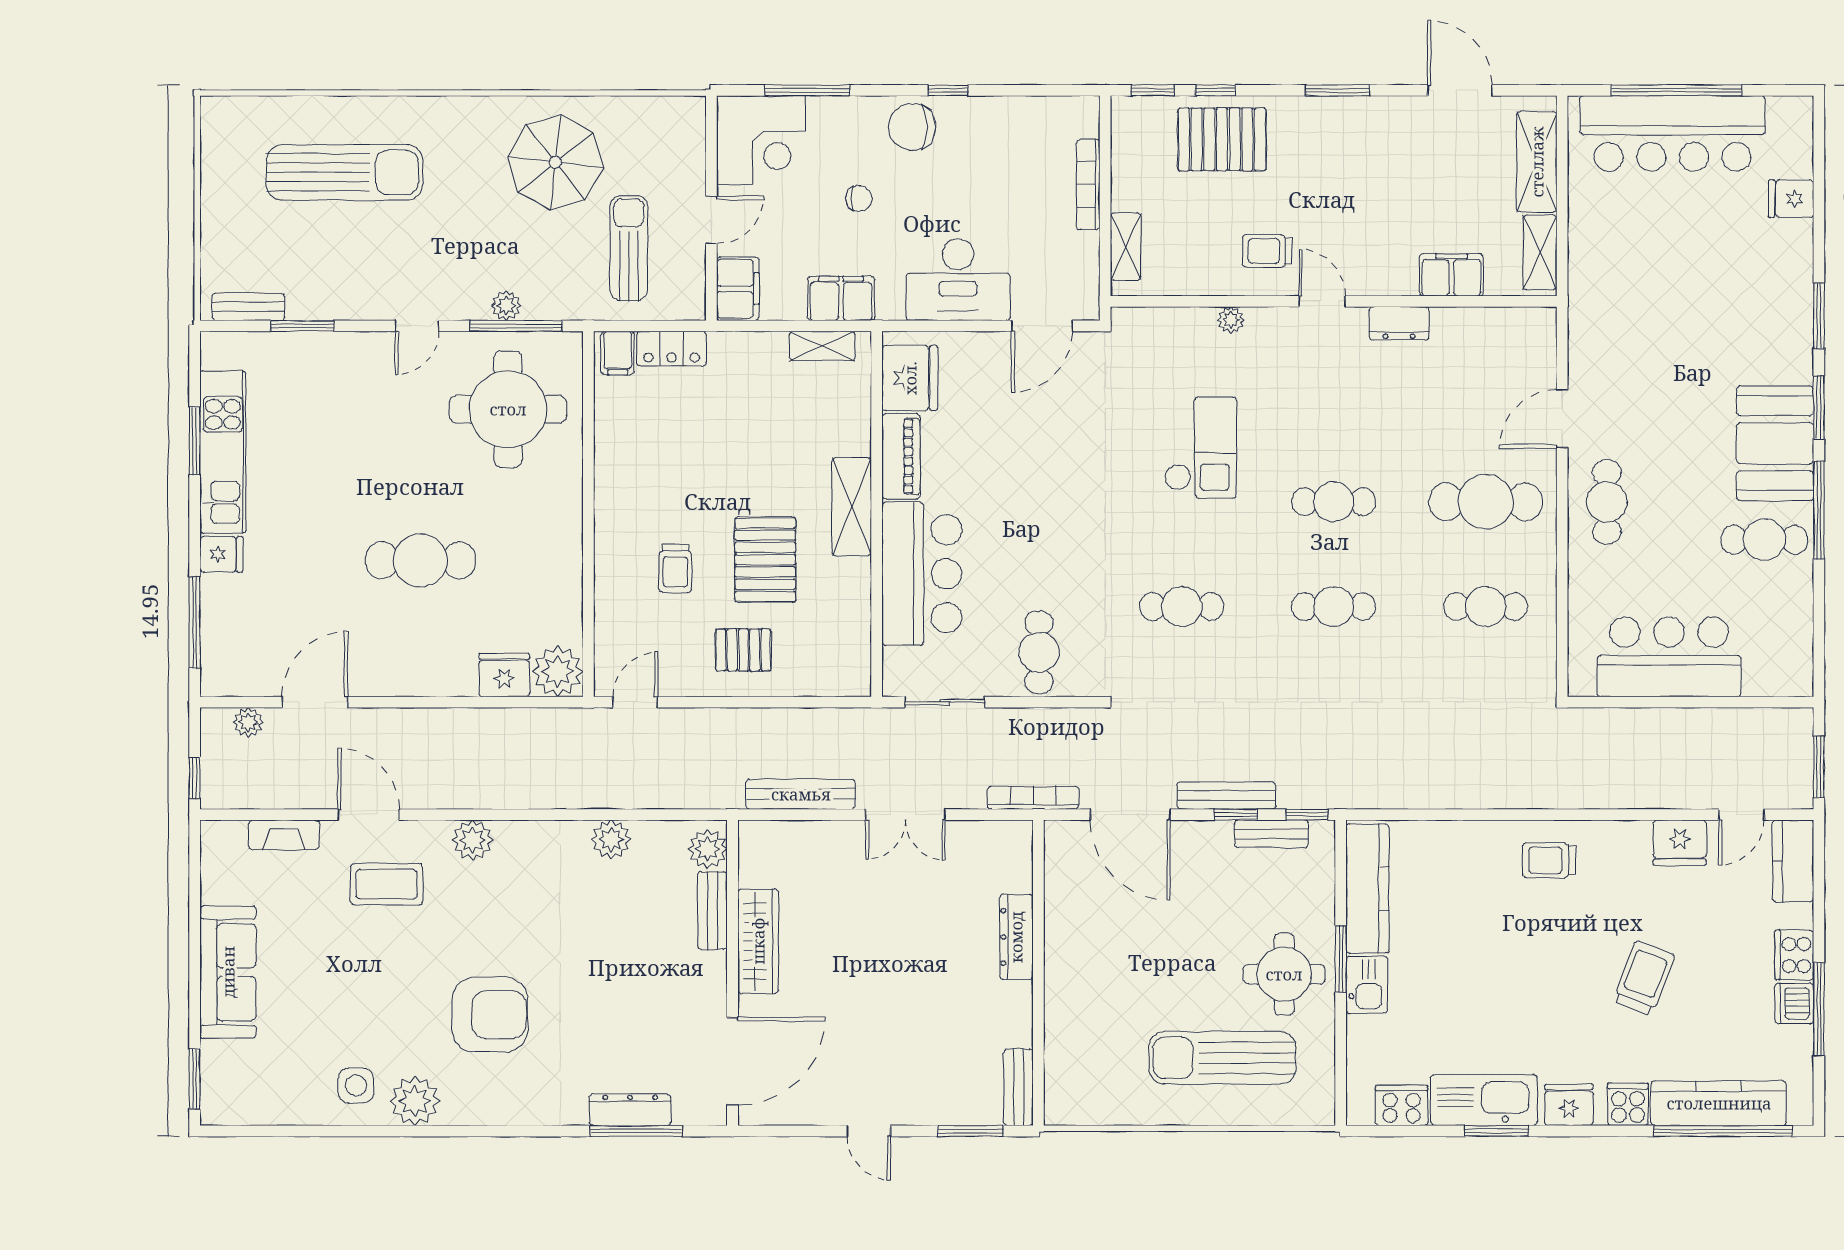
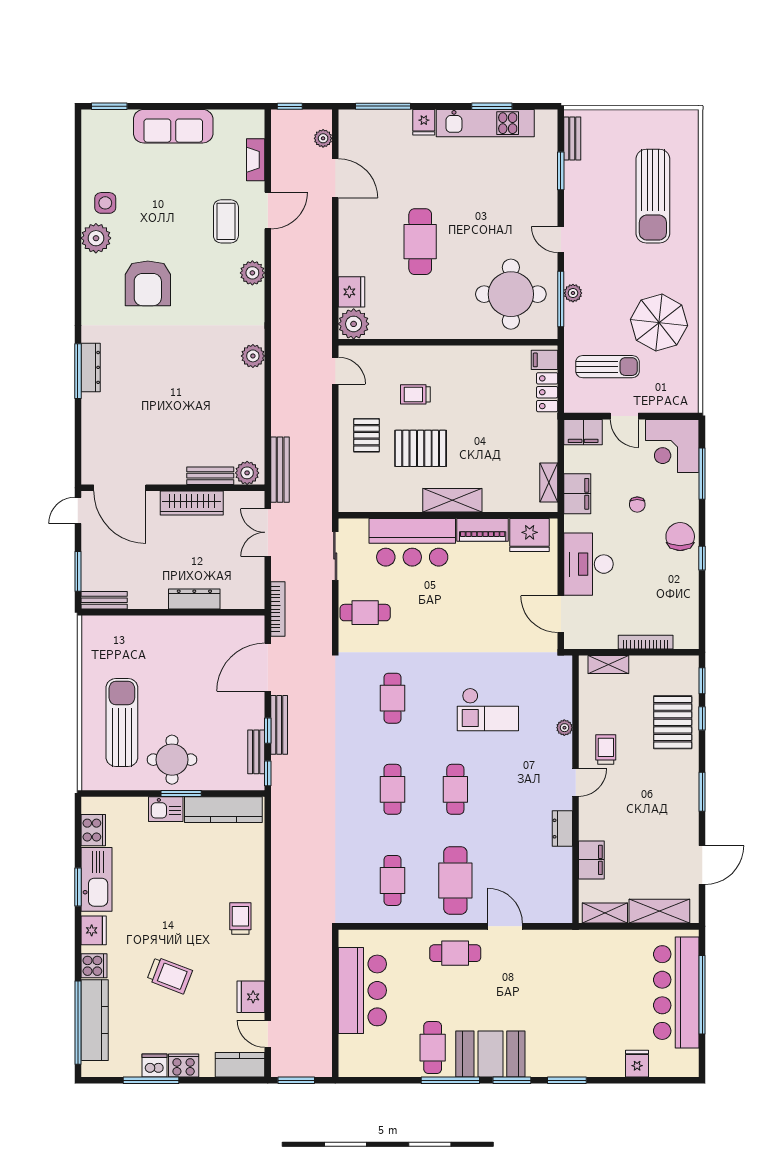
plant: (708, 849) -> (247, 473), moved
bench: (712, 911) -> (210, 476), moved
wardrobe: (758, 941) -> (192, 503), moved
wall: (732, 973) -> (173, 488), moved
door: (732, 1061) -> (120, 488), moved

